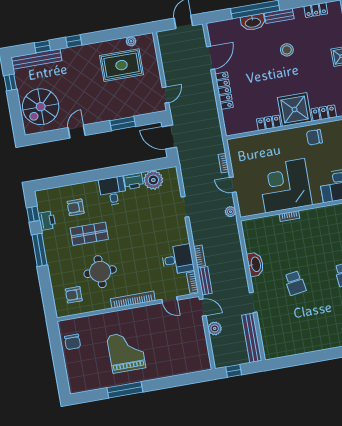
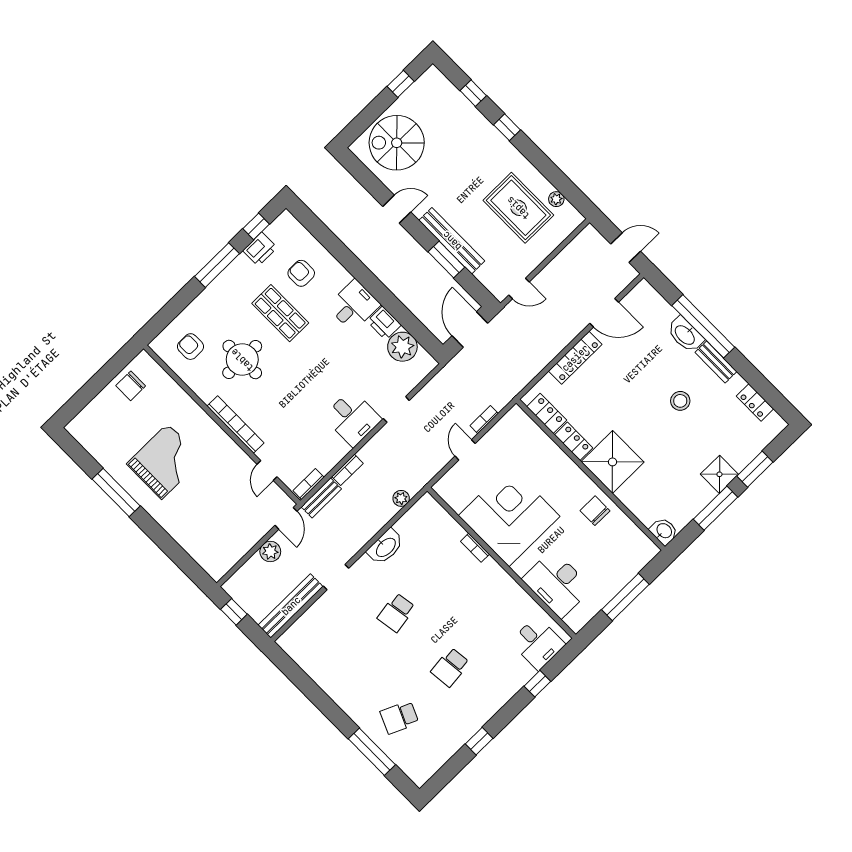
bench: (36, 59) -> (452, 241), moved
locker: (324, 113) -> (547, 413), moved
plant: (230, 212) -> (401, 498), moved
desk: (178, 259) -> (352, 418), moved

